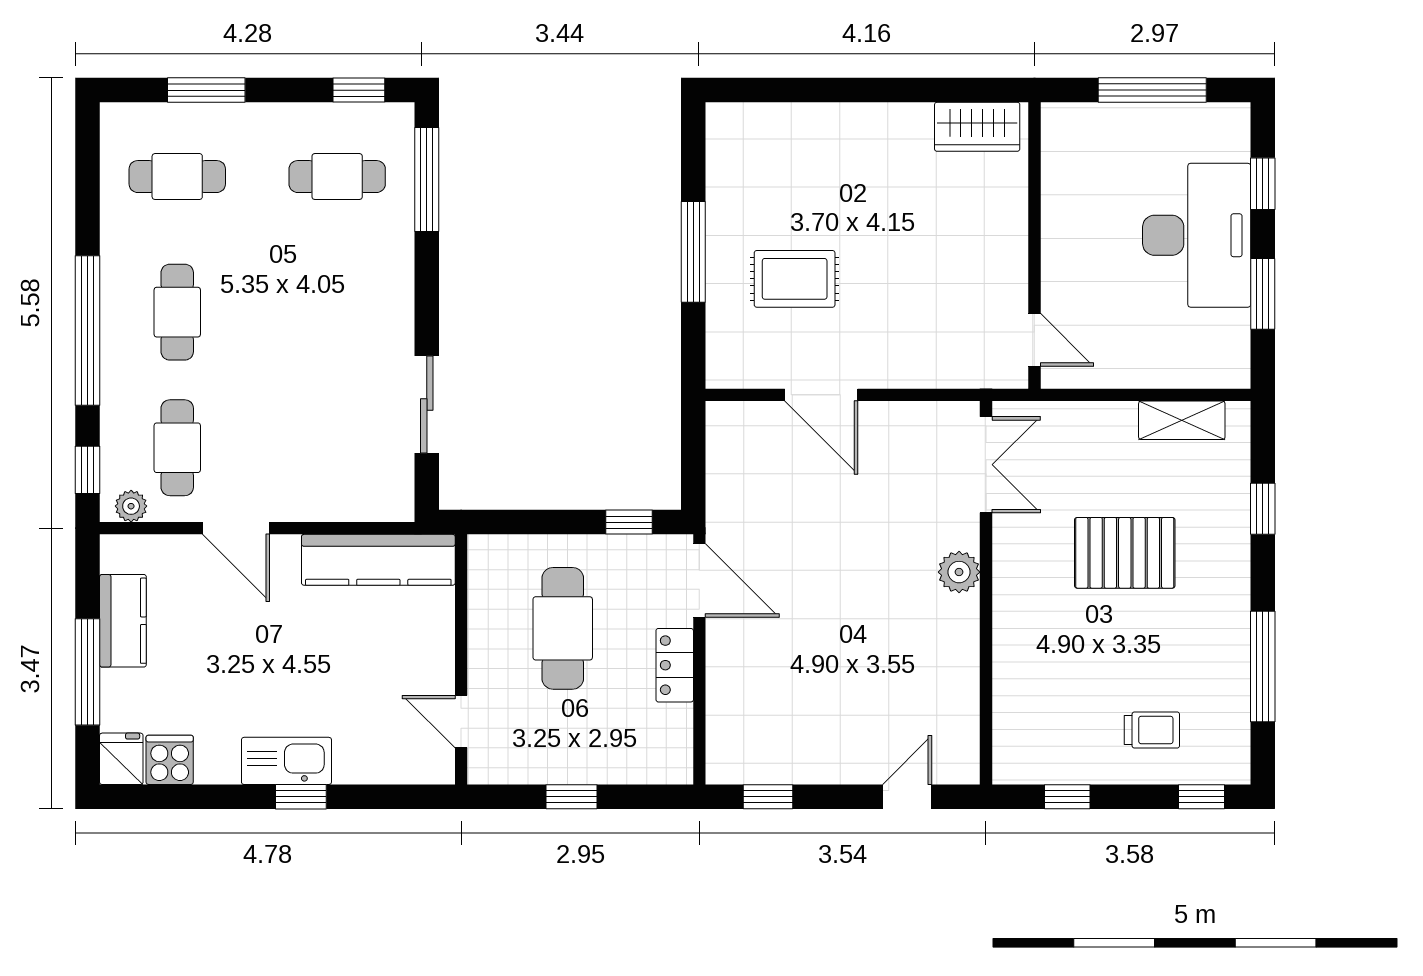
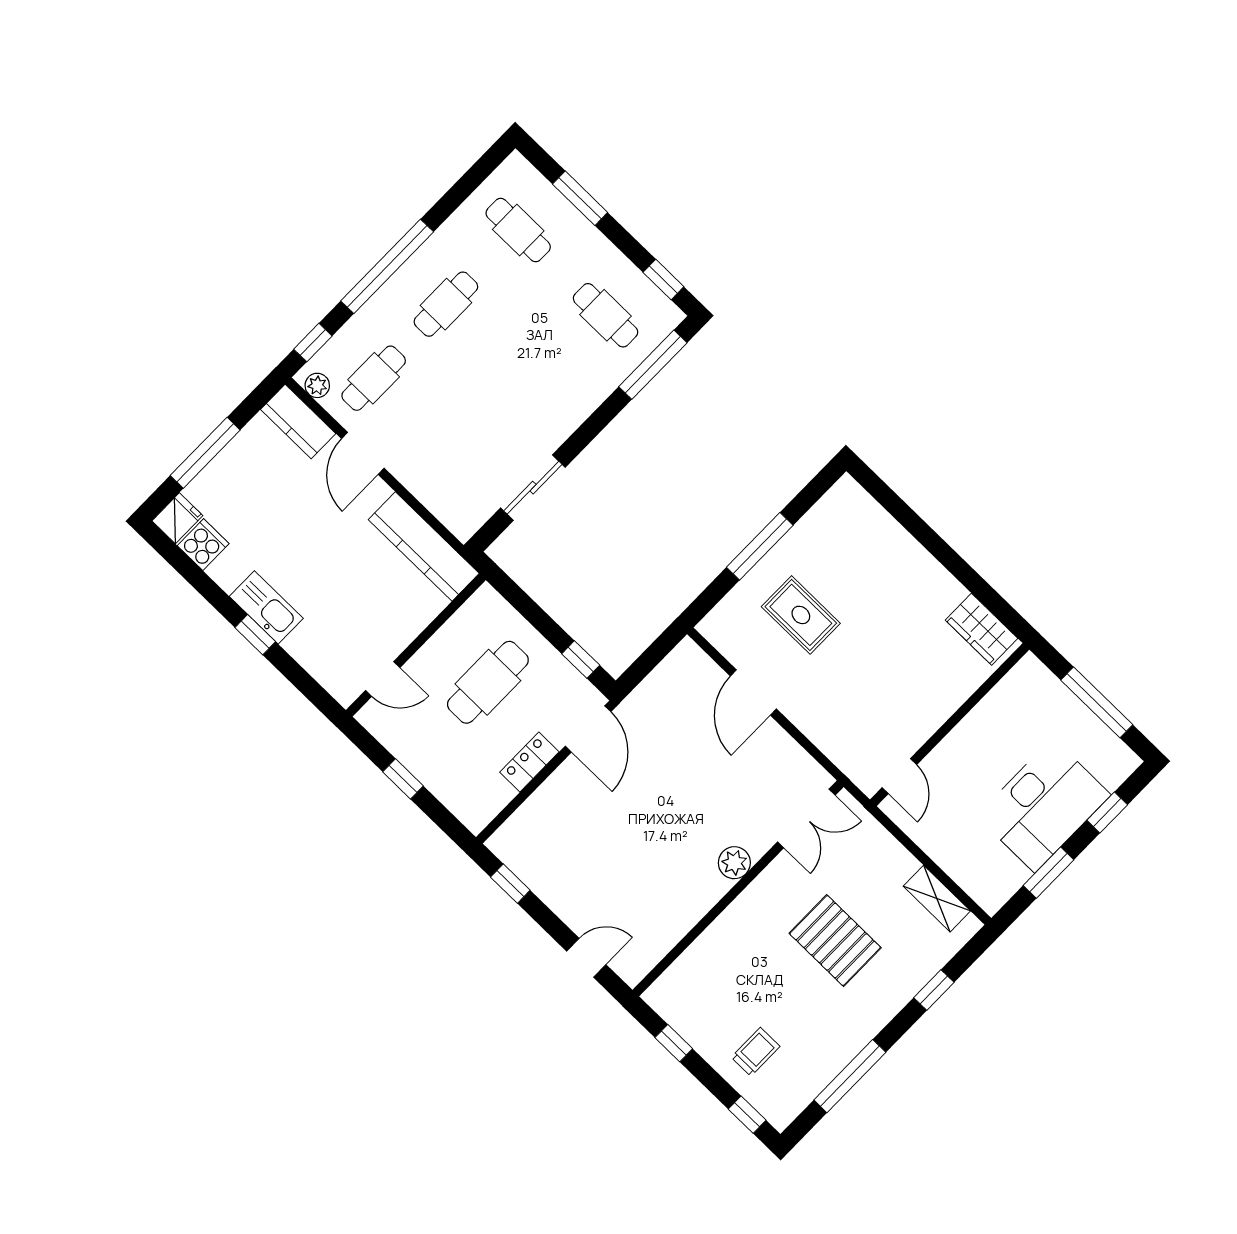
kitchen counter: (123, 621) -> (298, 422), moved, turned 90
door: (461, 722) -> (383, 679), swing flipped
trolley: (1152, 730) -> (756, 1052), turned -90

